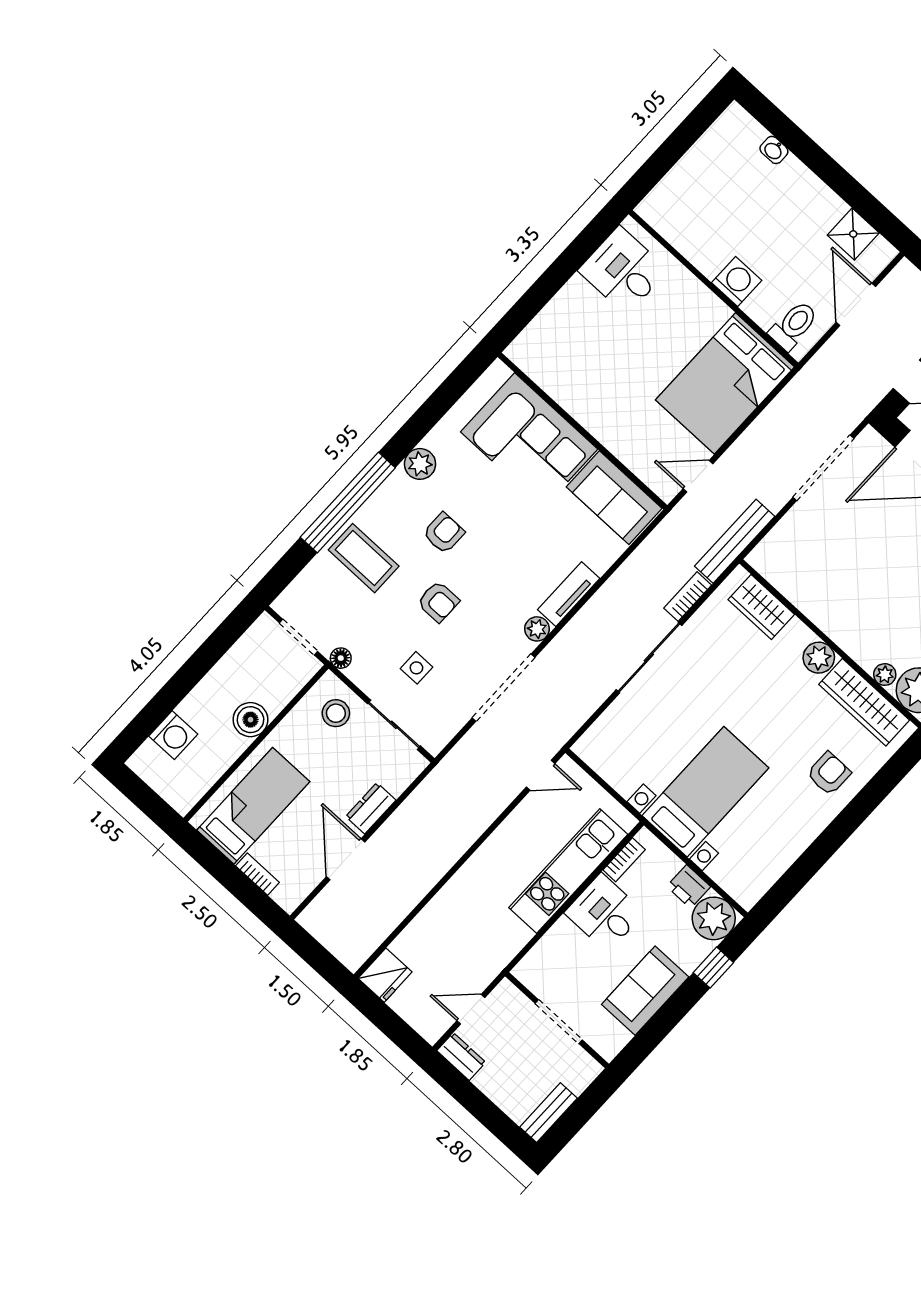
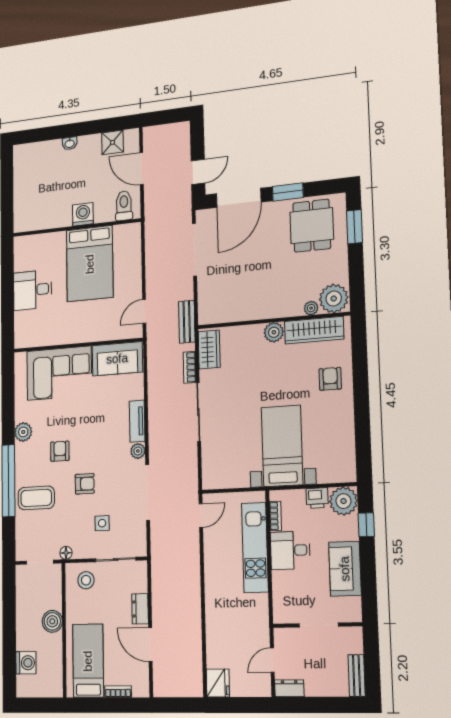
washbasin: (774, 150) -> (70, 143), moved
desk: (623, 270) -> (33, 290), moved
bed: (725, 383) -> (90, 264), moved
bench: (735, 541) -> (187, 322), width x0.73
wardrobe: (761, 607) -> (209, 349), moved, turned -90

